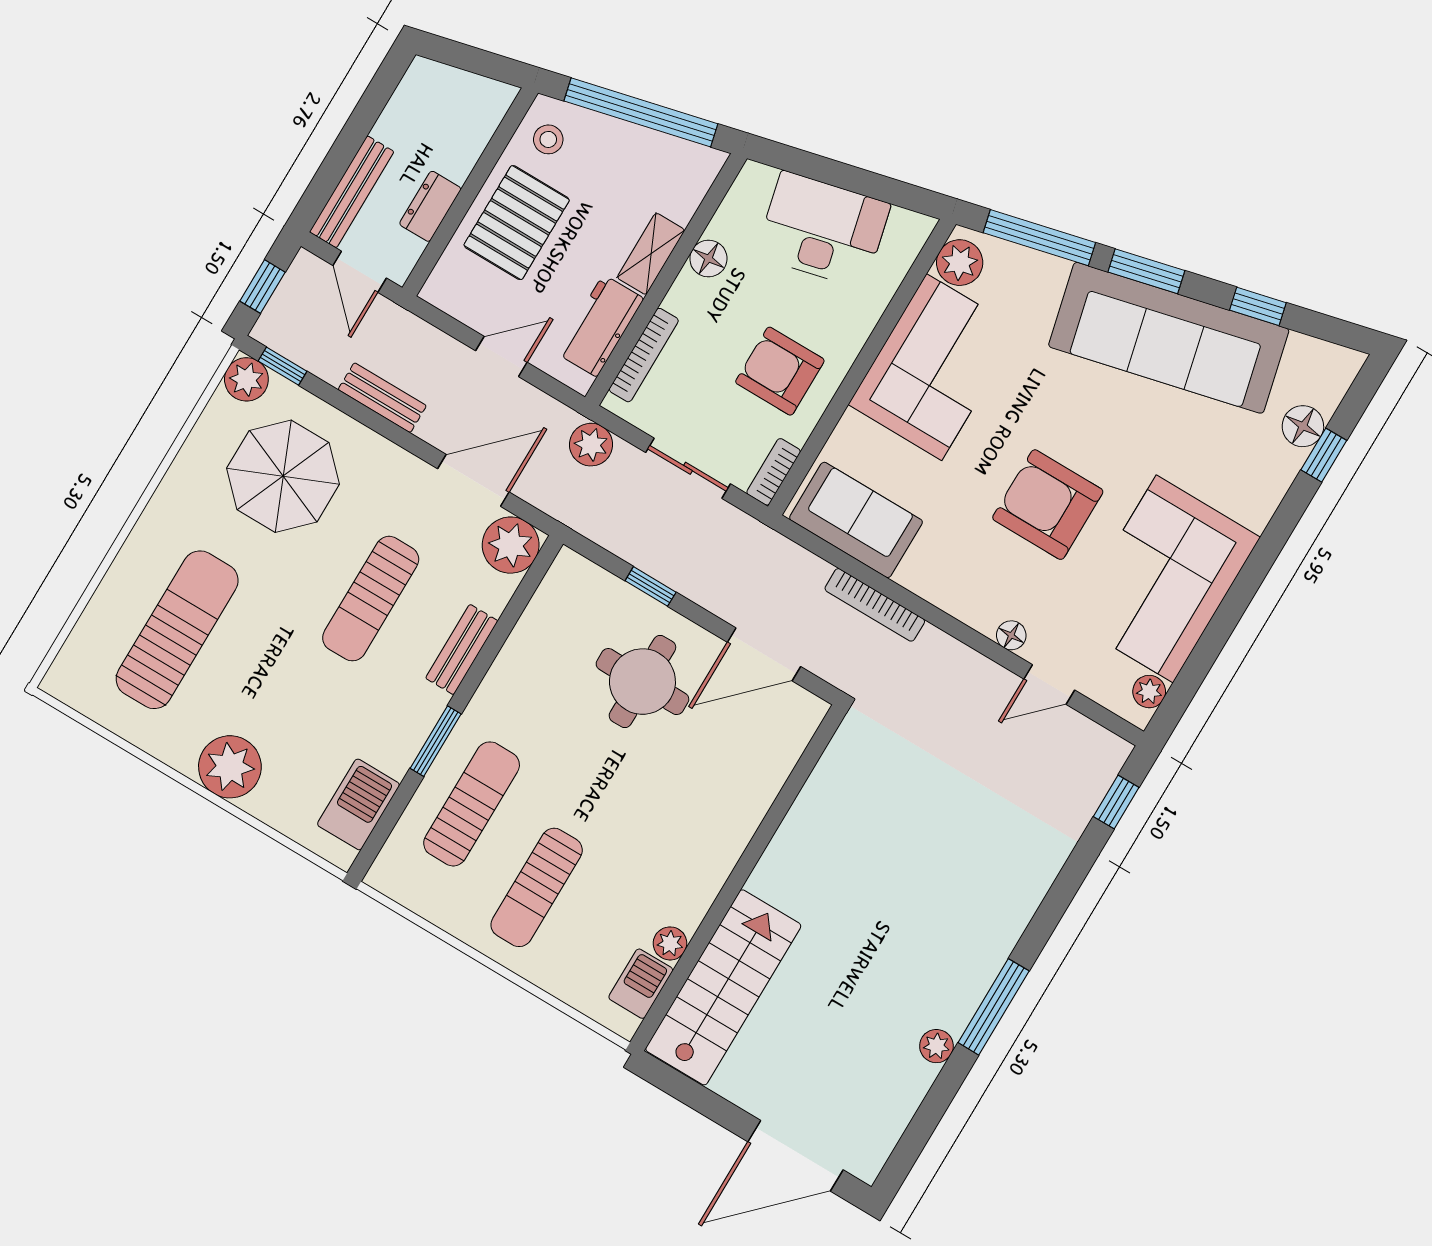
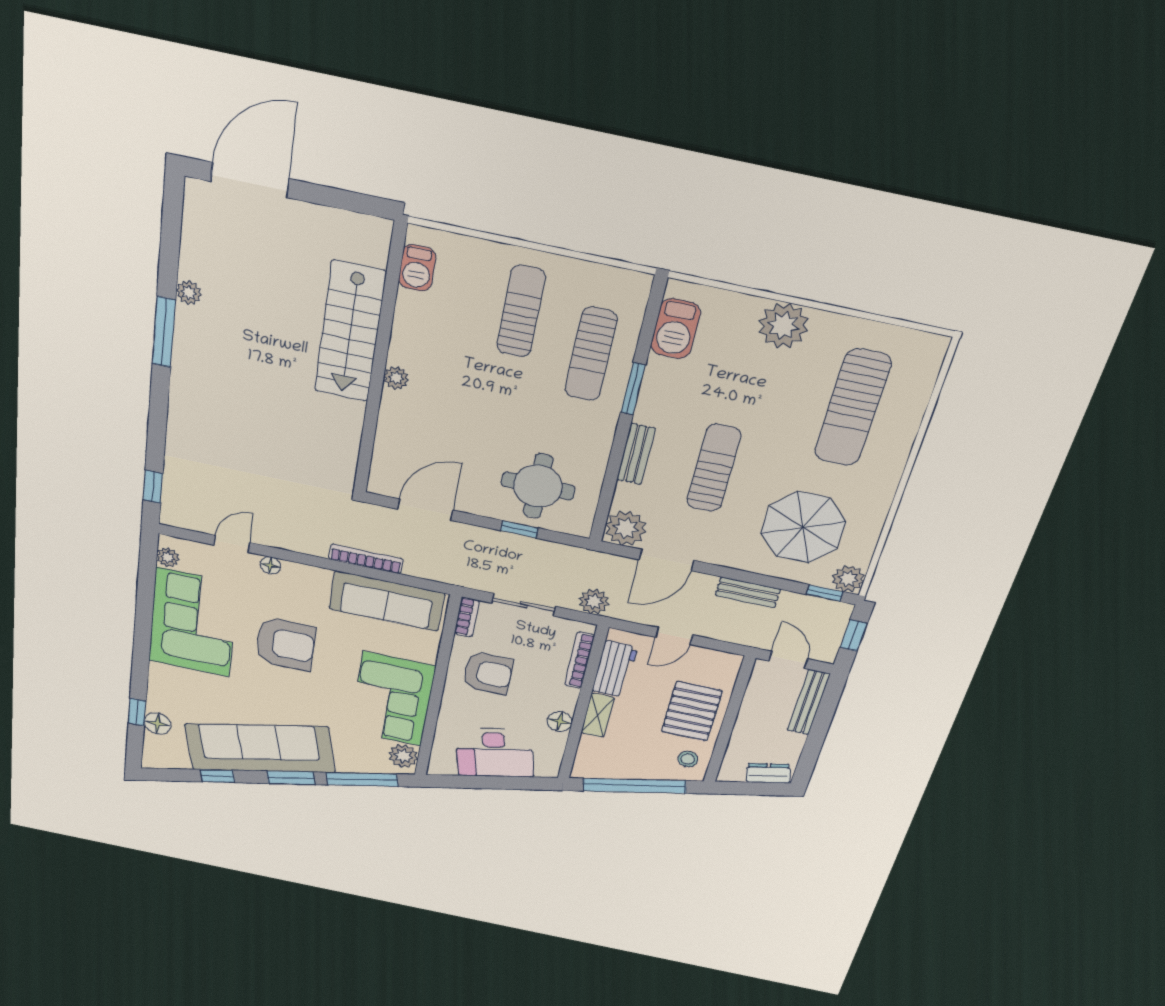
dresser: (430, 206) -> (768, 773), moved, turned -103
sofa: (856, 520) -> (387, 601), width x1.36
round table: (642, 682) -> (538, 486), moved
plant: (670, 943) -> (396, 378), moved
stairs: (723, 987) -> (350, 332), moved

